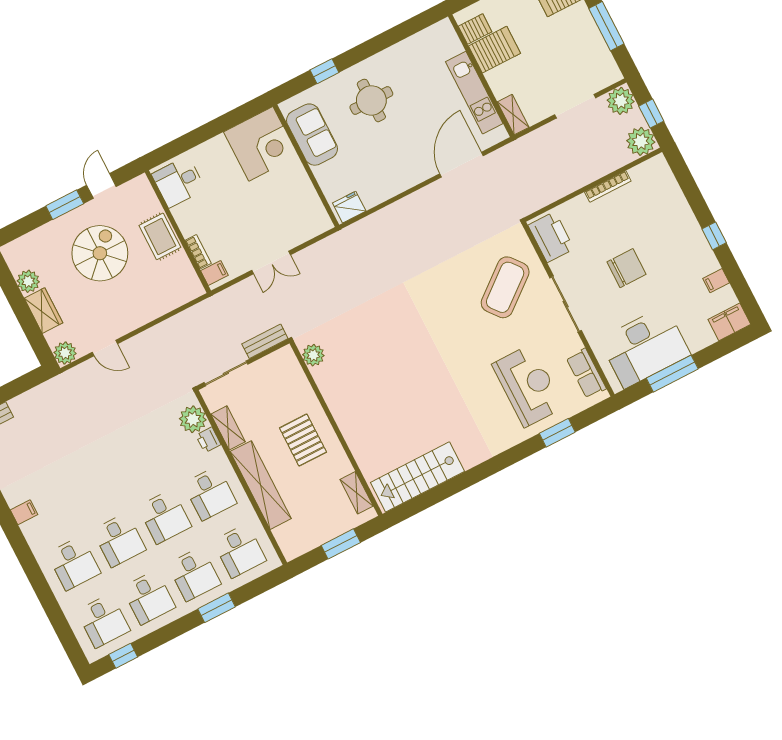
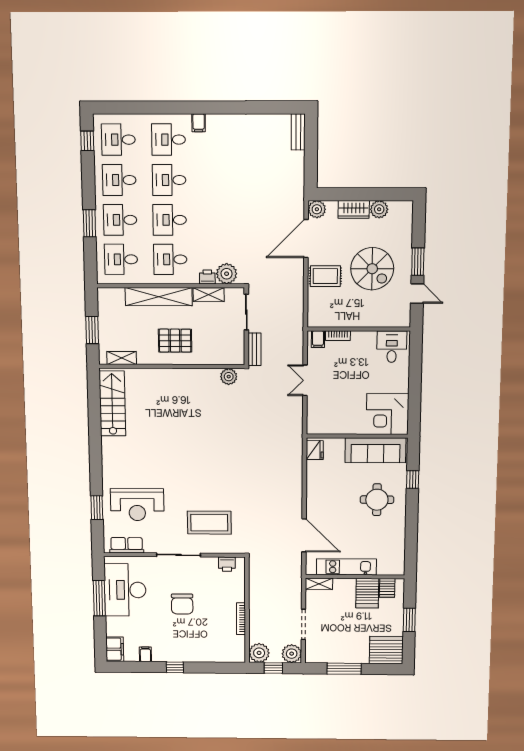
sofa: (312, 135) -> (375, 450), width x1.36
rug: (160, 236) -> (325, 276), moved
printer: (551, 237) -> (227, 564), width x0.53, depth x0.68
coffee table: (505, 287) -> (209, 523), turned -51
door: (105, 348) -> (306, 239), width x1.88
filing cabinet: (24, 512) -> (199, 123), moved

